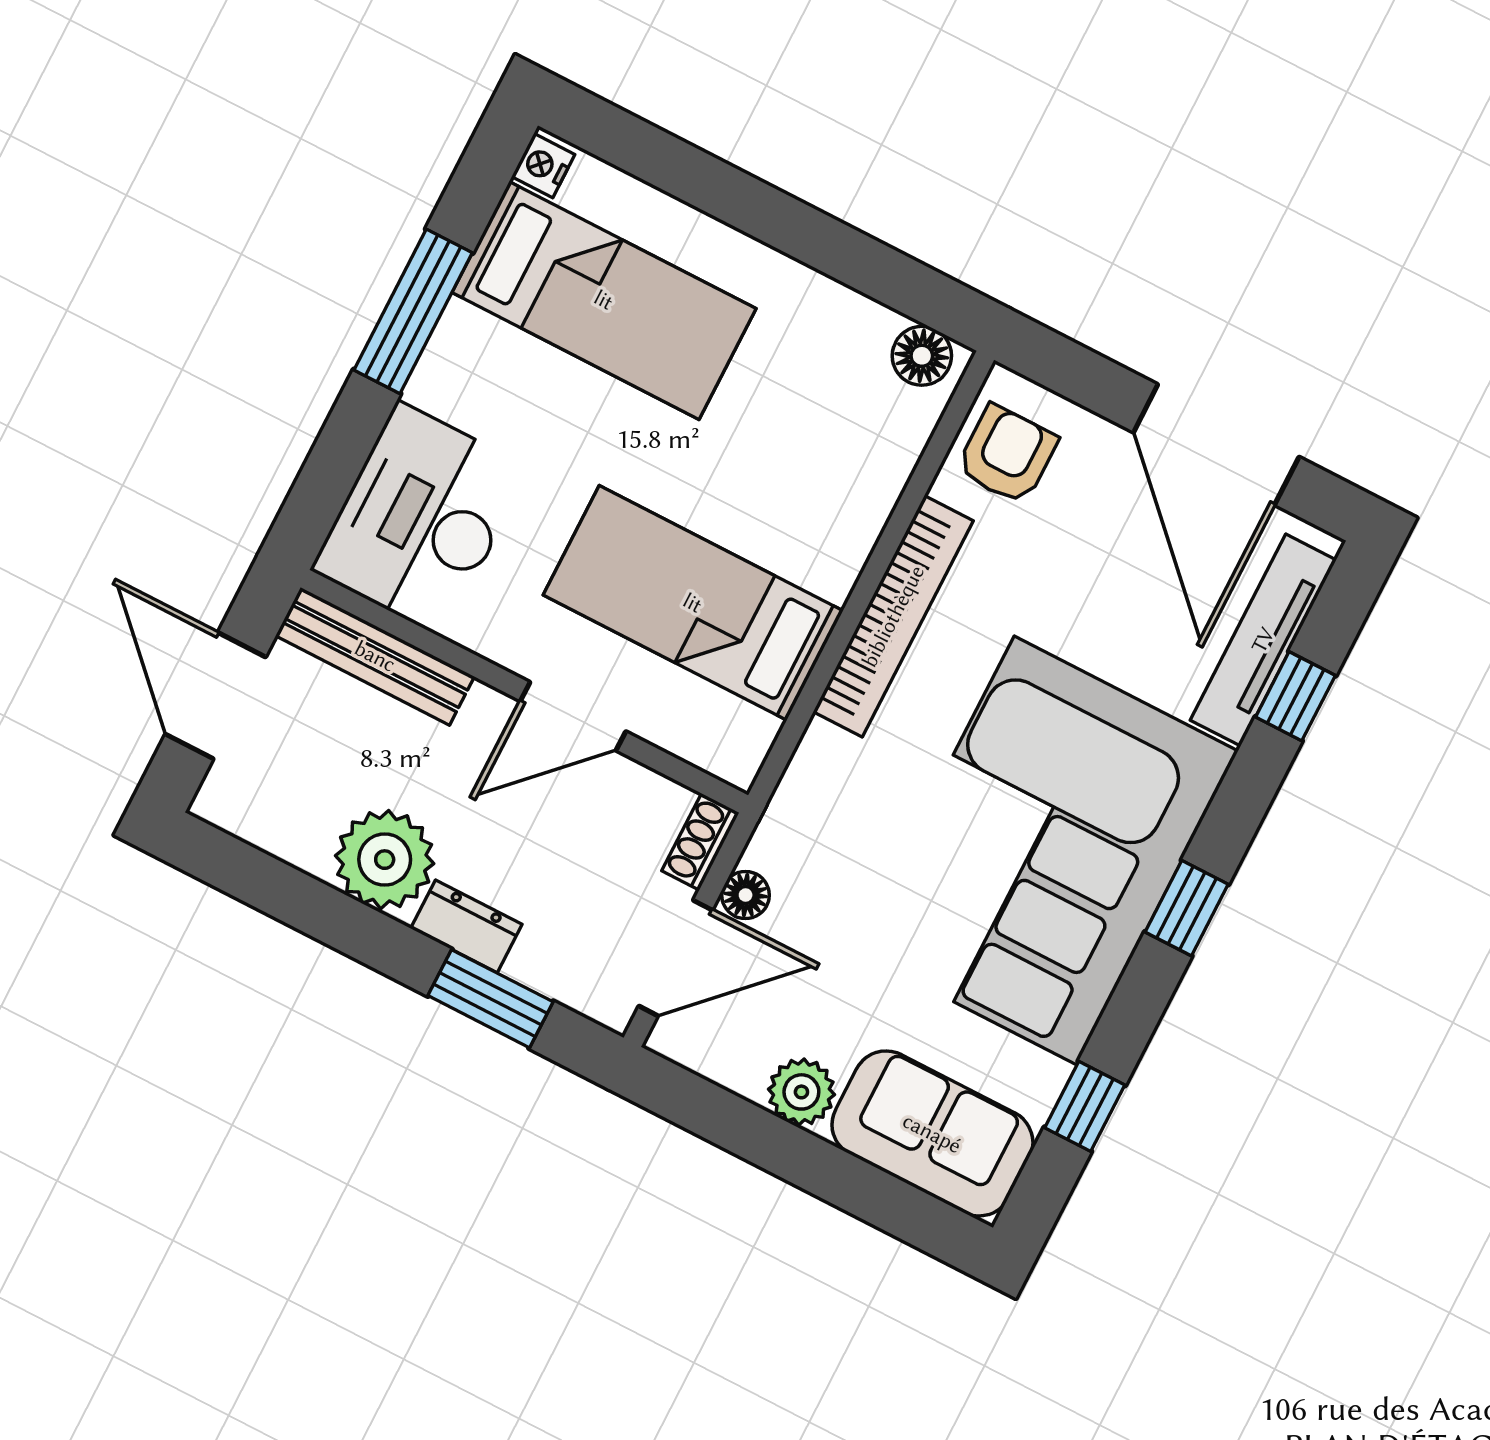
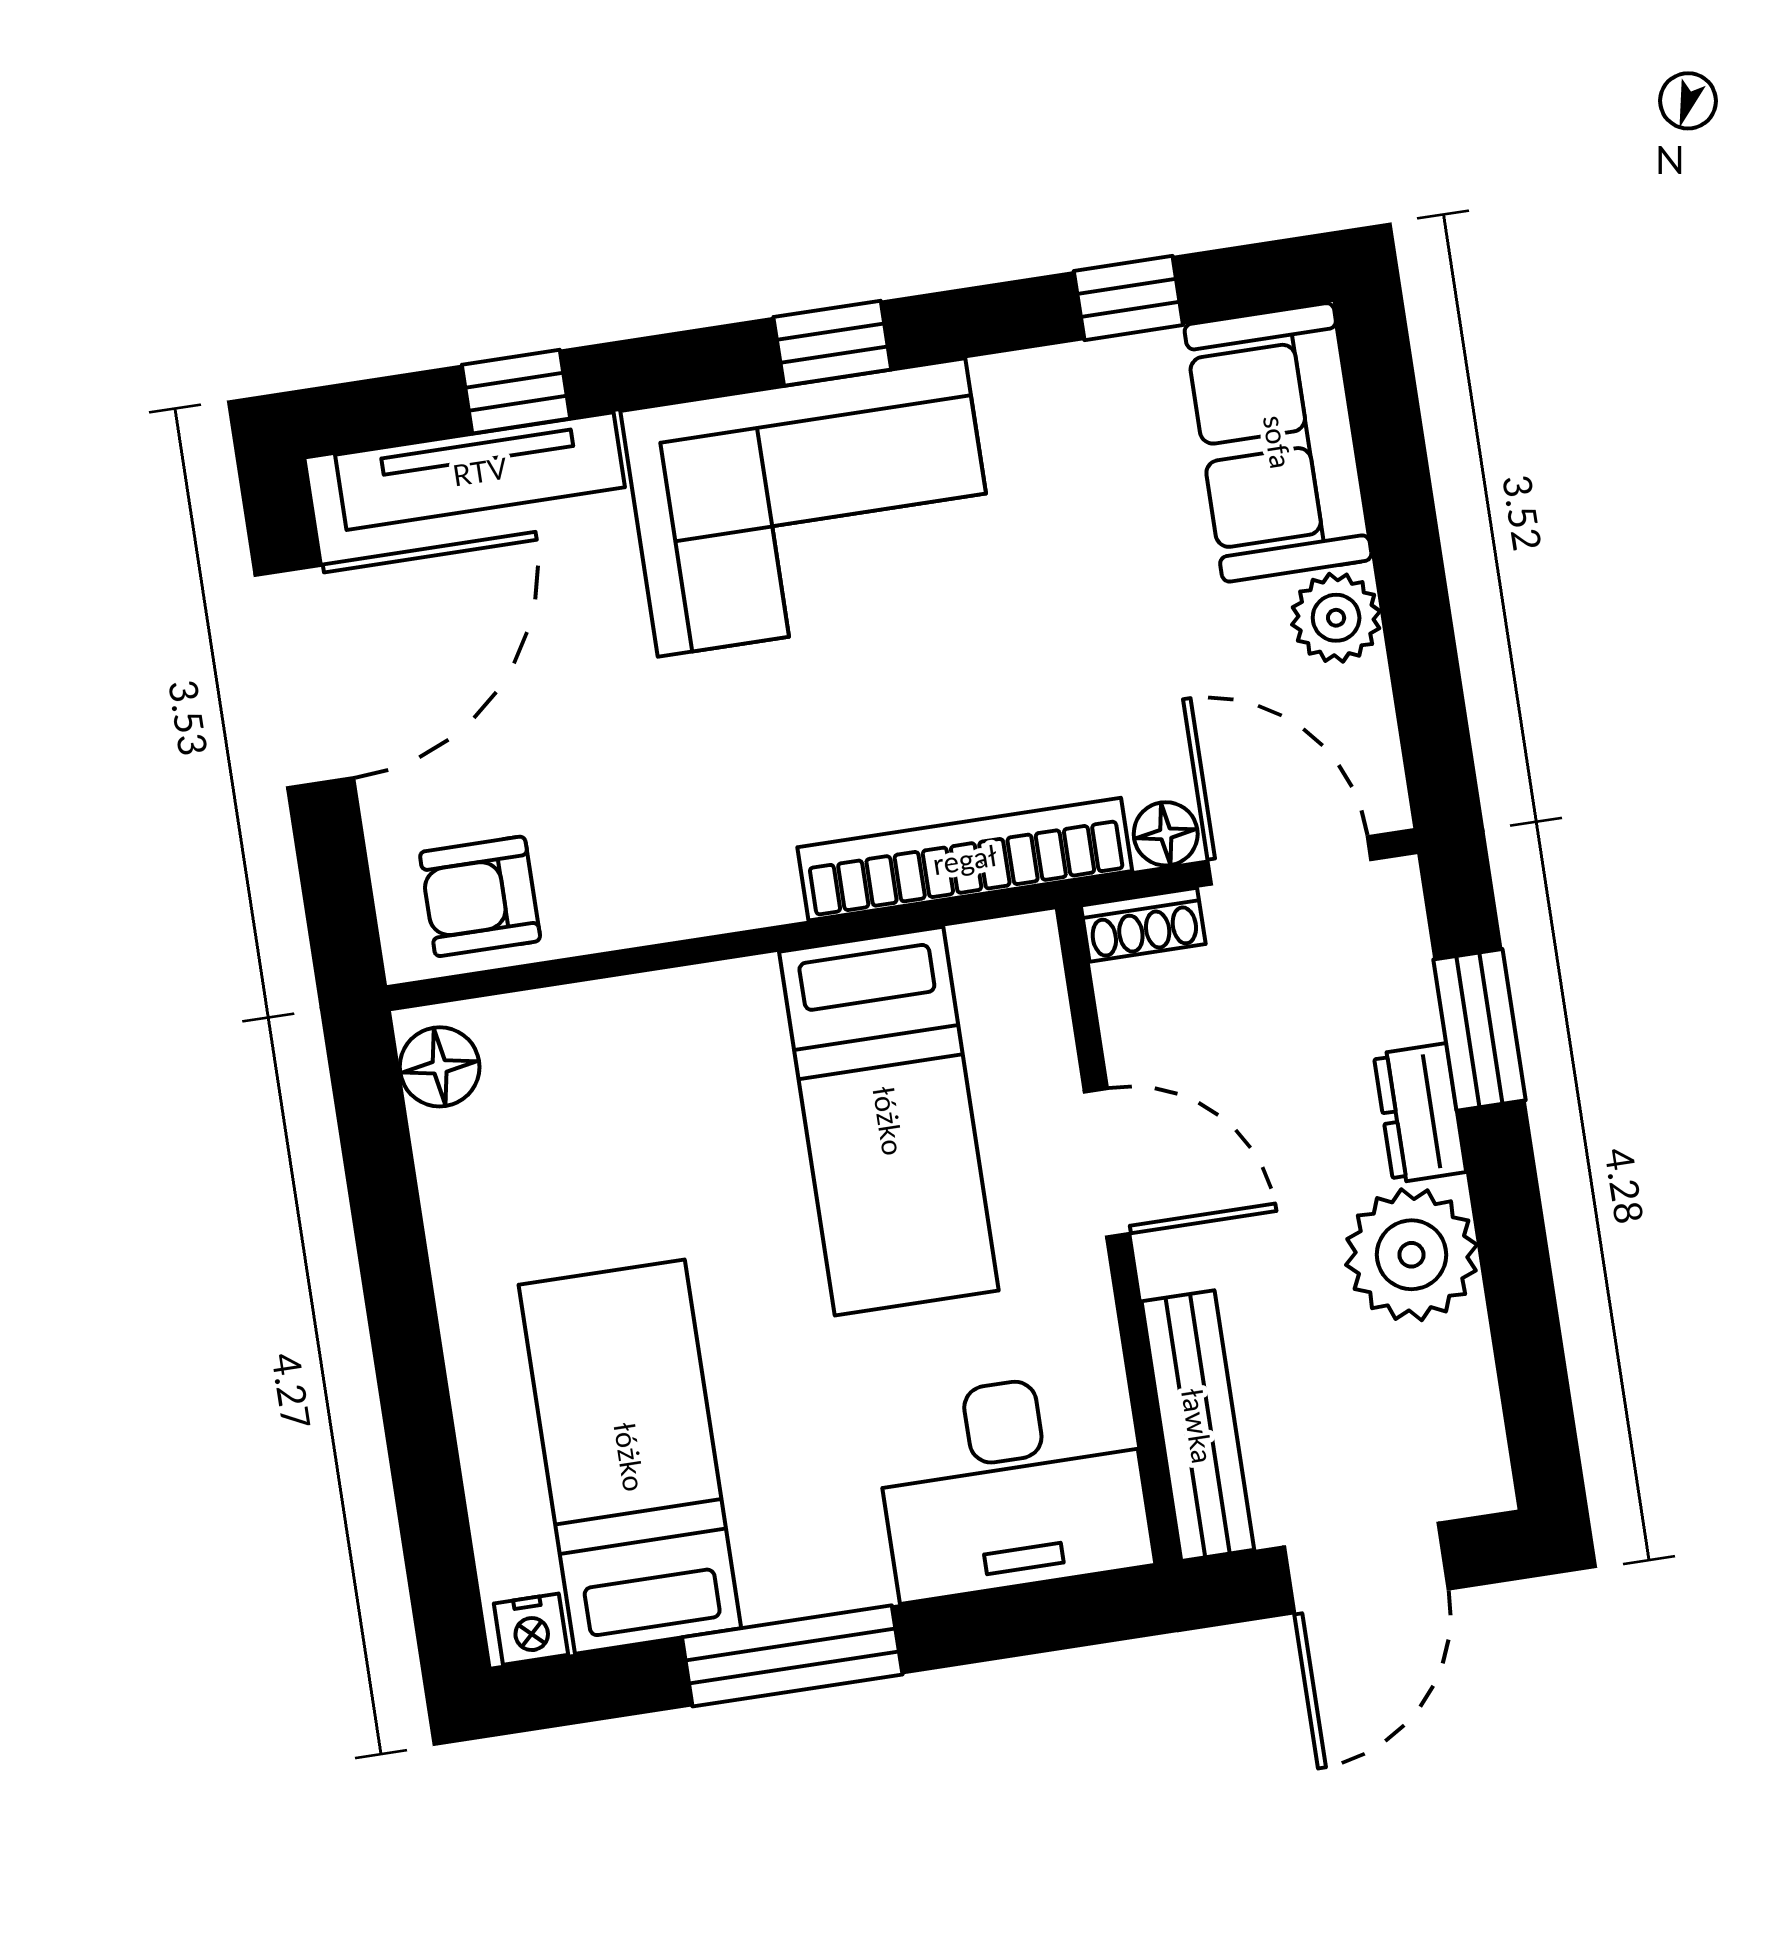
bookcase: (893, 616) -> (965, 859), moved
corner sofa: (1046, 850) -> (812, 508), width x0.73, depth x0.74

